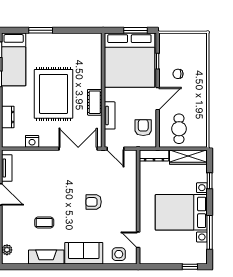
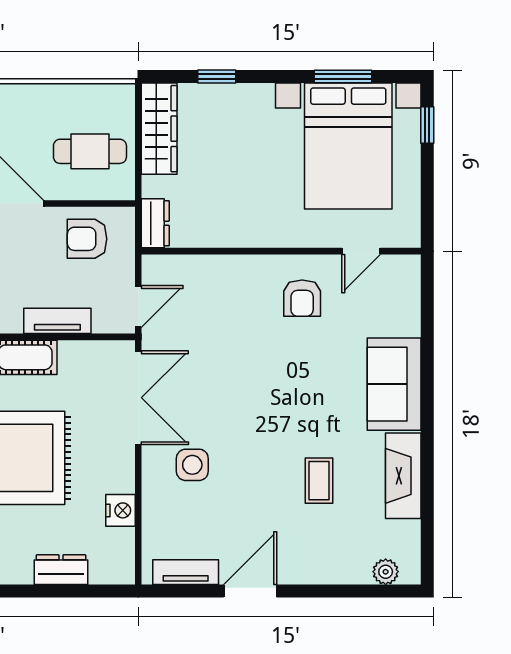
double door: (78, 149) -> (138, 398), swing flipped
dresser: (154, 156) -> (155, 223), width x0.70
armchair: (94, 202) -> (302, 298), moved
bed with nightstands: (181, 212) -> (348, 146), moved
window: (210, 232) -> (343, 76), width x0.69
side table: (119, 254) -> (192, 465), moved

